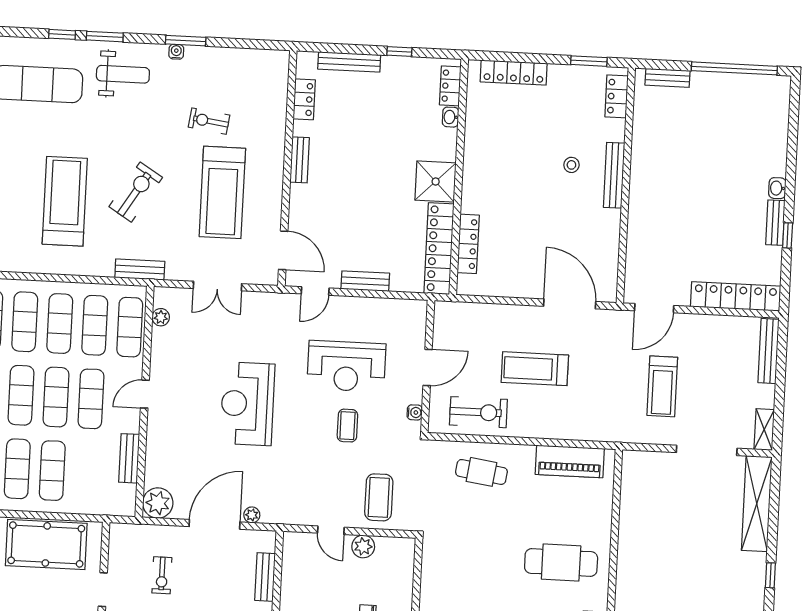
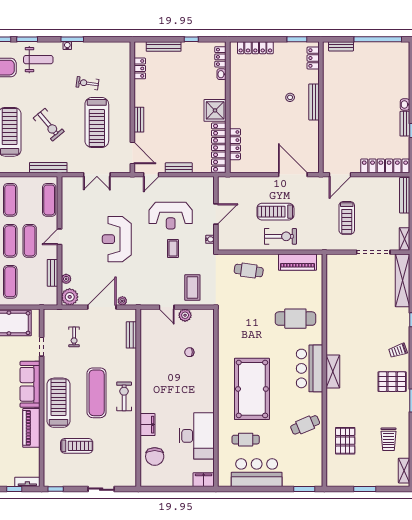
bench: (300, 160) -> (139, 120), moved
exercise bike: (136, 192) -> (49, 125), turned 108
bench: (140, 269) -> (48, 168), width x1.36
plant: (161, 317) -> (66, 279), moved
exercise mat: (95, 325) -> (30, 200), removed
exercise bike: (478, 412) -> (280, 236), moved

